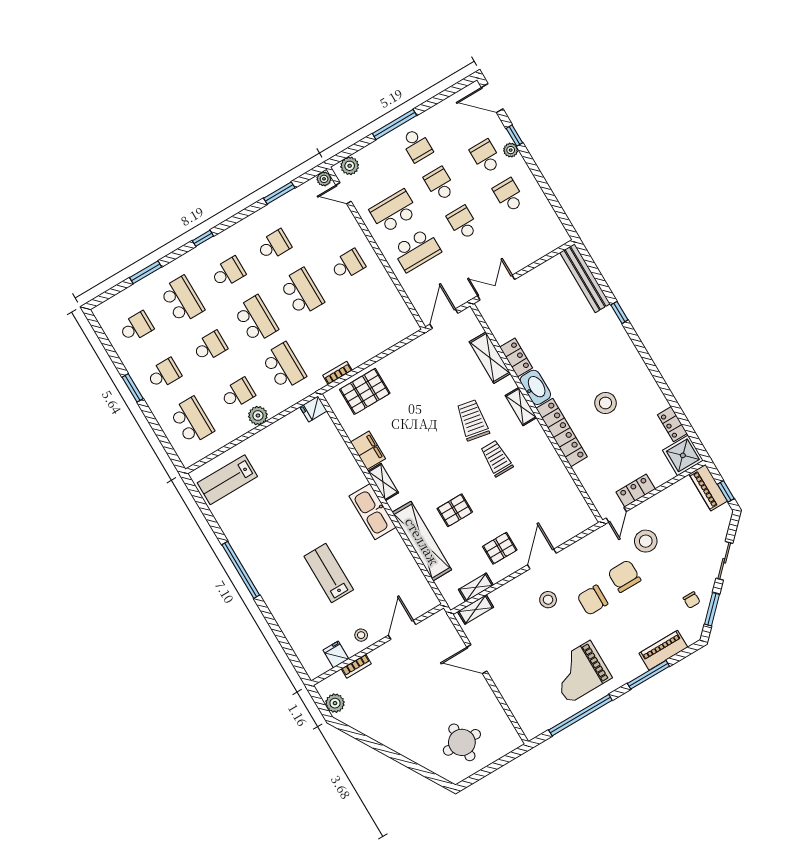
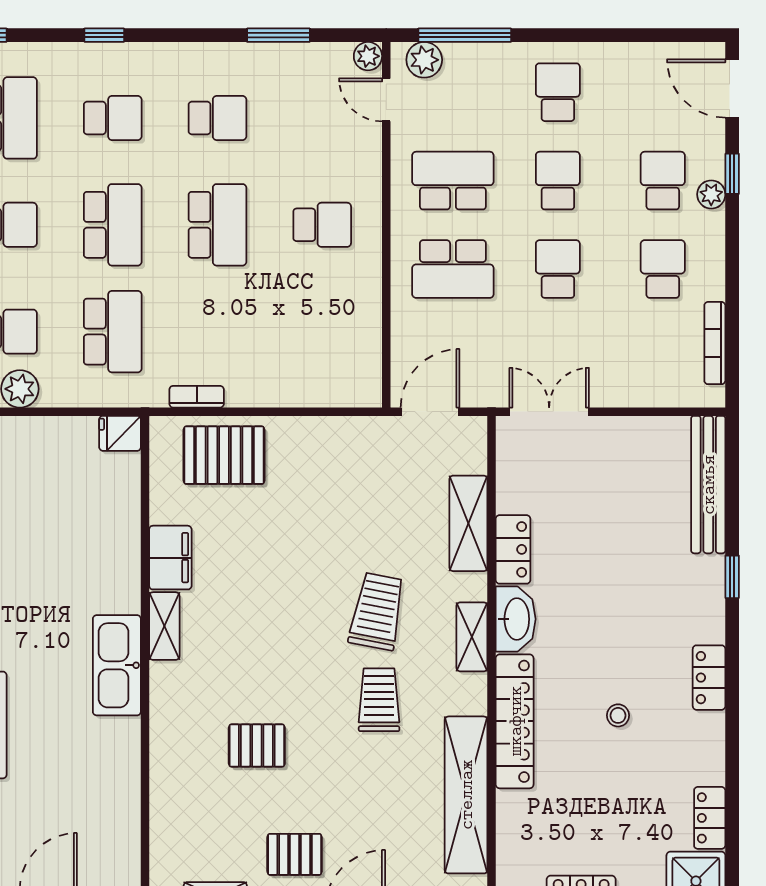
window: (395, 124) -> (465, 35), moved
school desk: (417, 145) -> (558, 92), turned 180
bookcase: (551, 214) -> (715, 343), added
locker: (636, 363) -> (709, 678), added
stool: (605, 403) -> (618, 715), width x0.53, depth x0.53
shelving: (422, 541) -> (466, 795), moved

